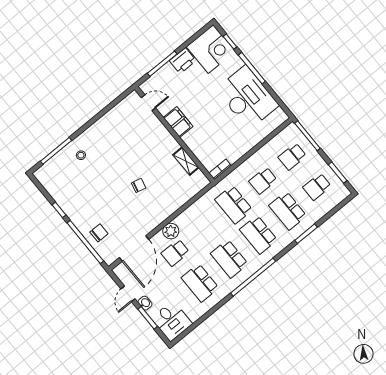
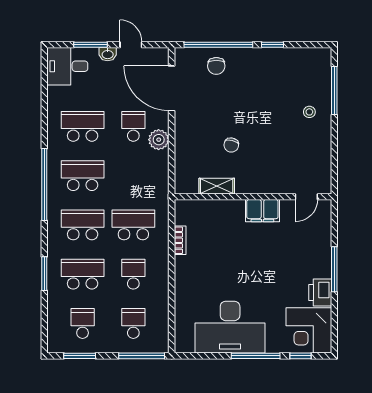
door: (148, 103) -> (306, 197), moved
filing cabinet: (178, 122) -> (262, 211), moved
wall: (174, 134) -> (253, 197), moved
shelving: (186, 161) -> (217, 186), moved

